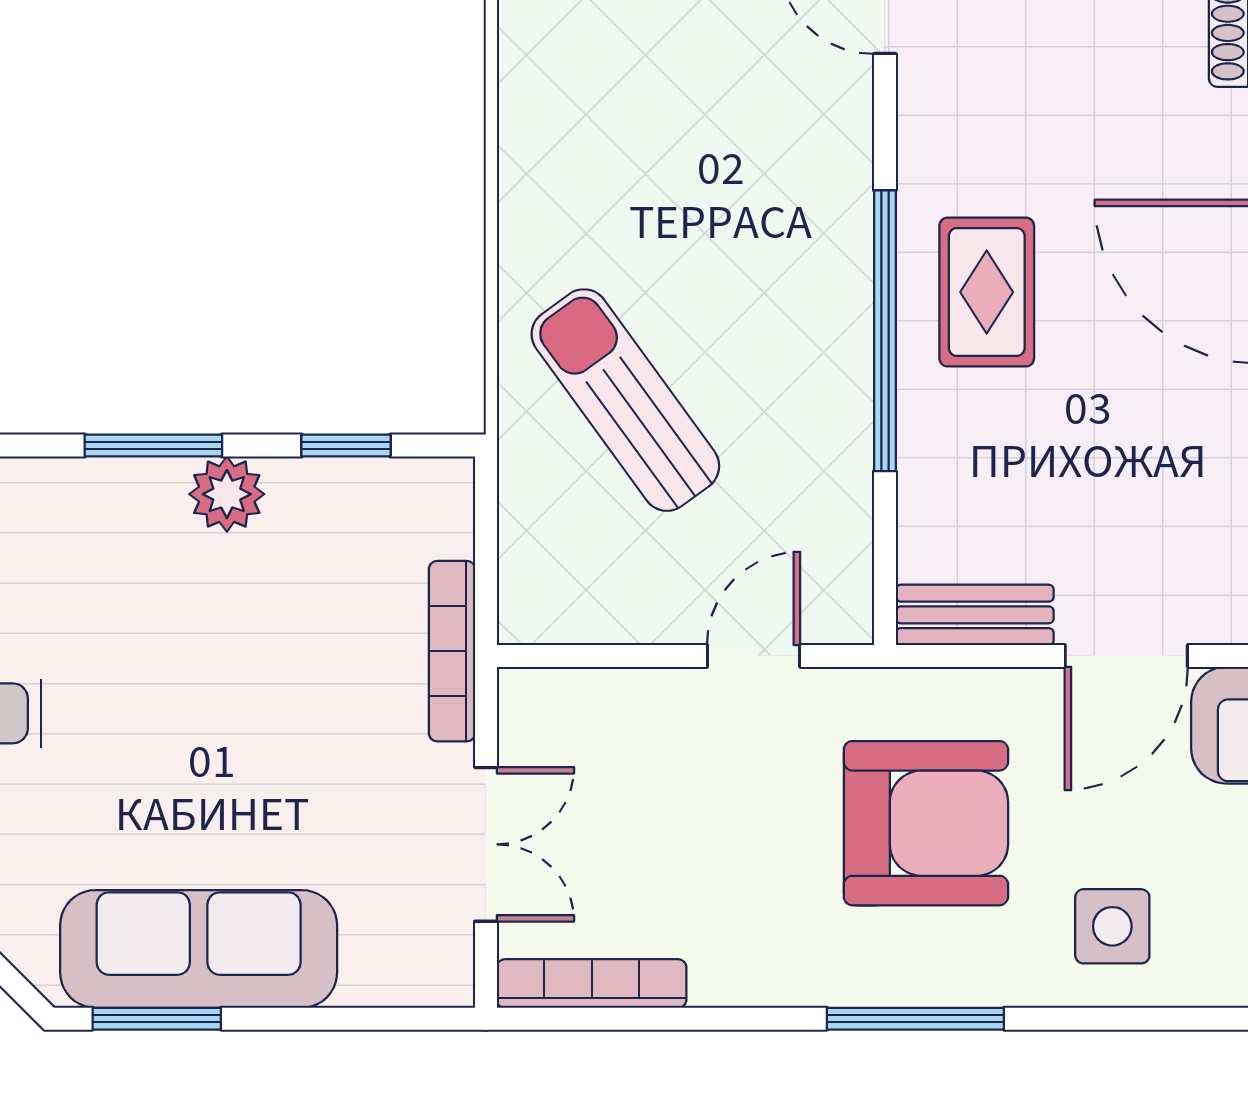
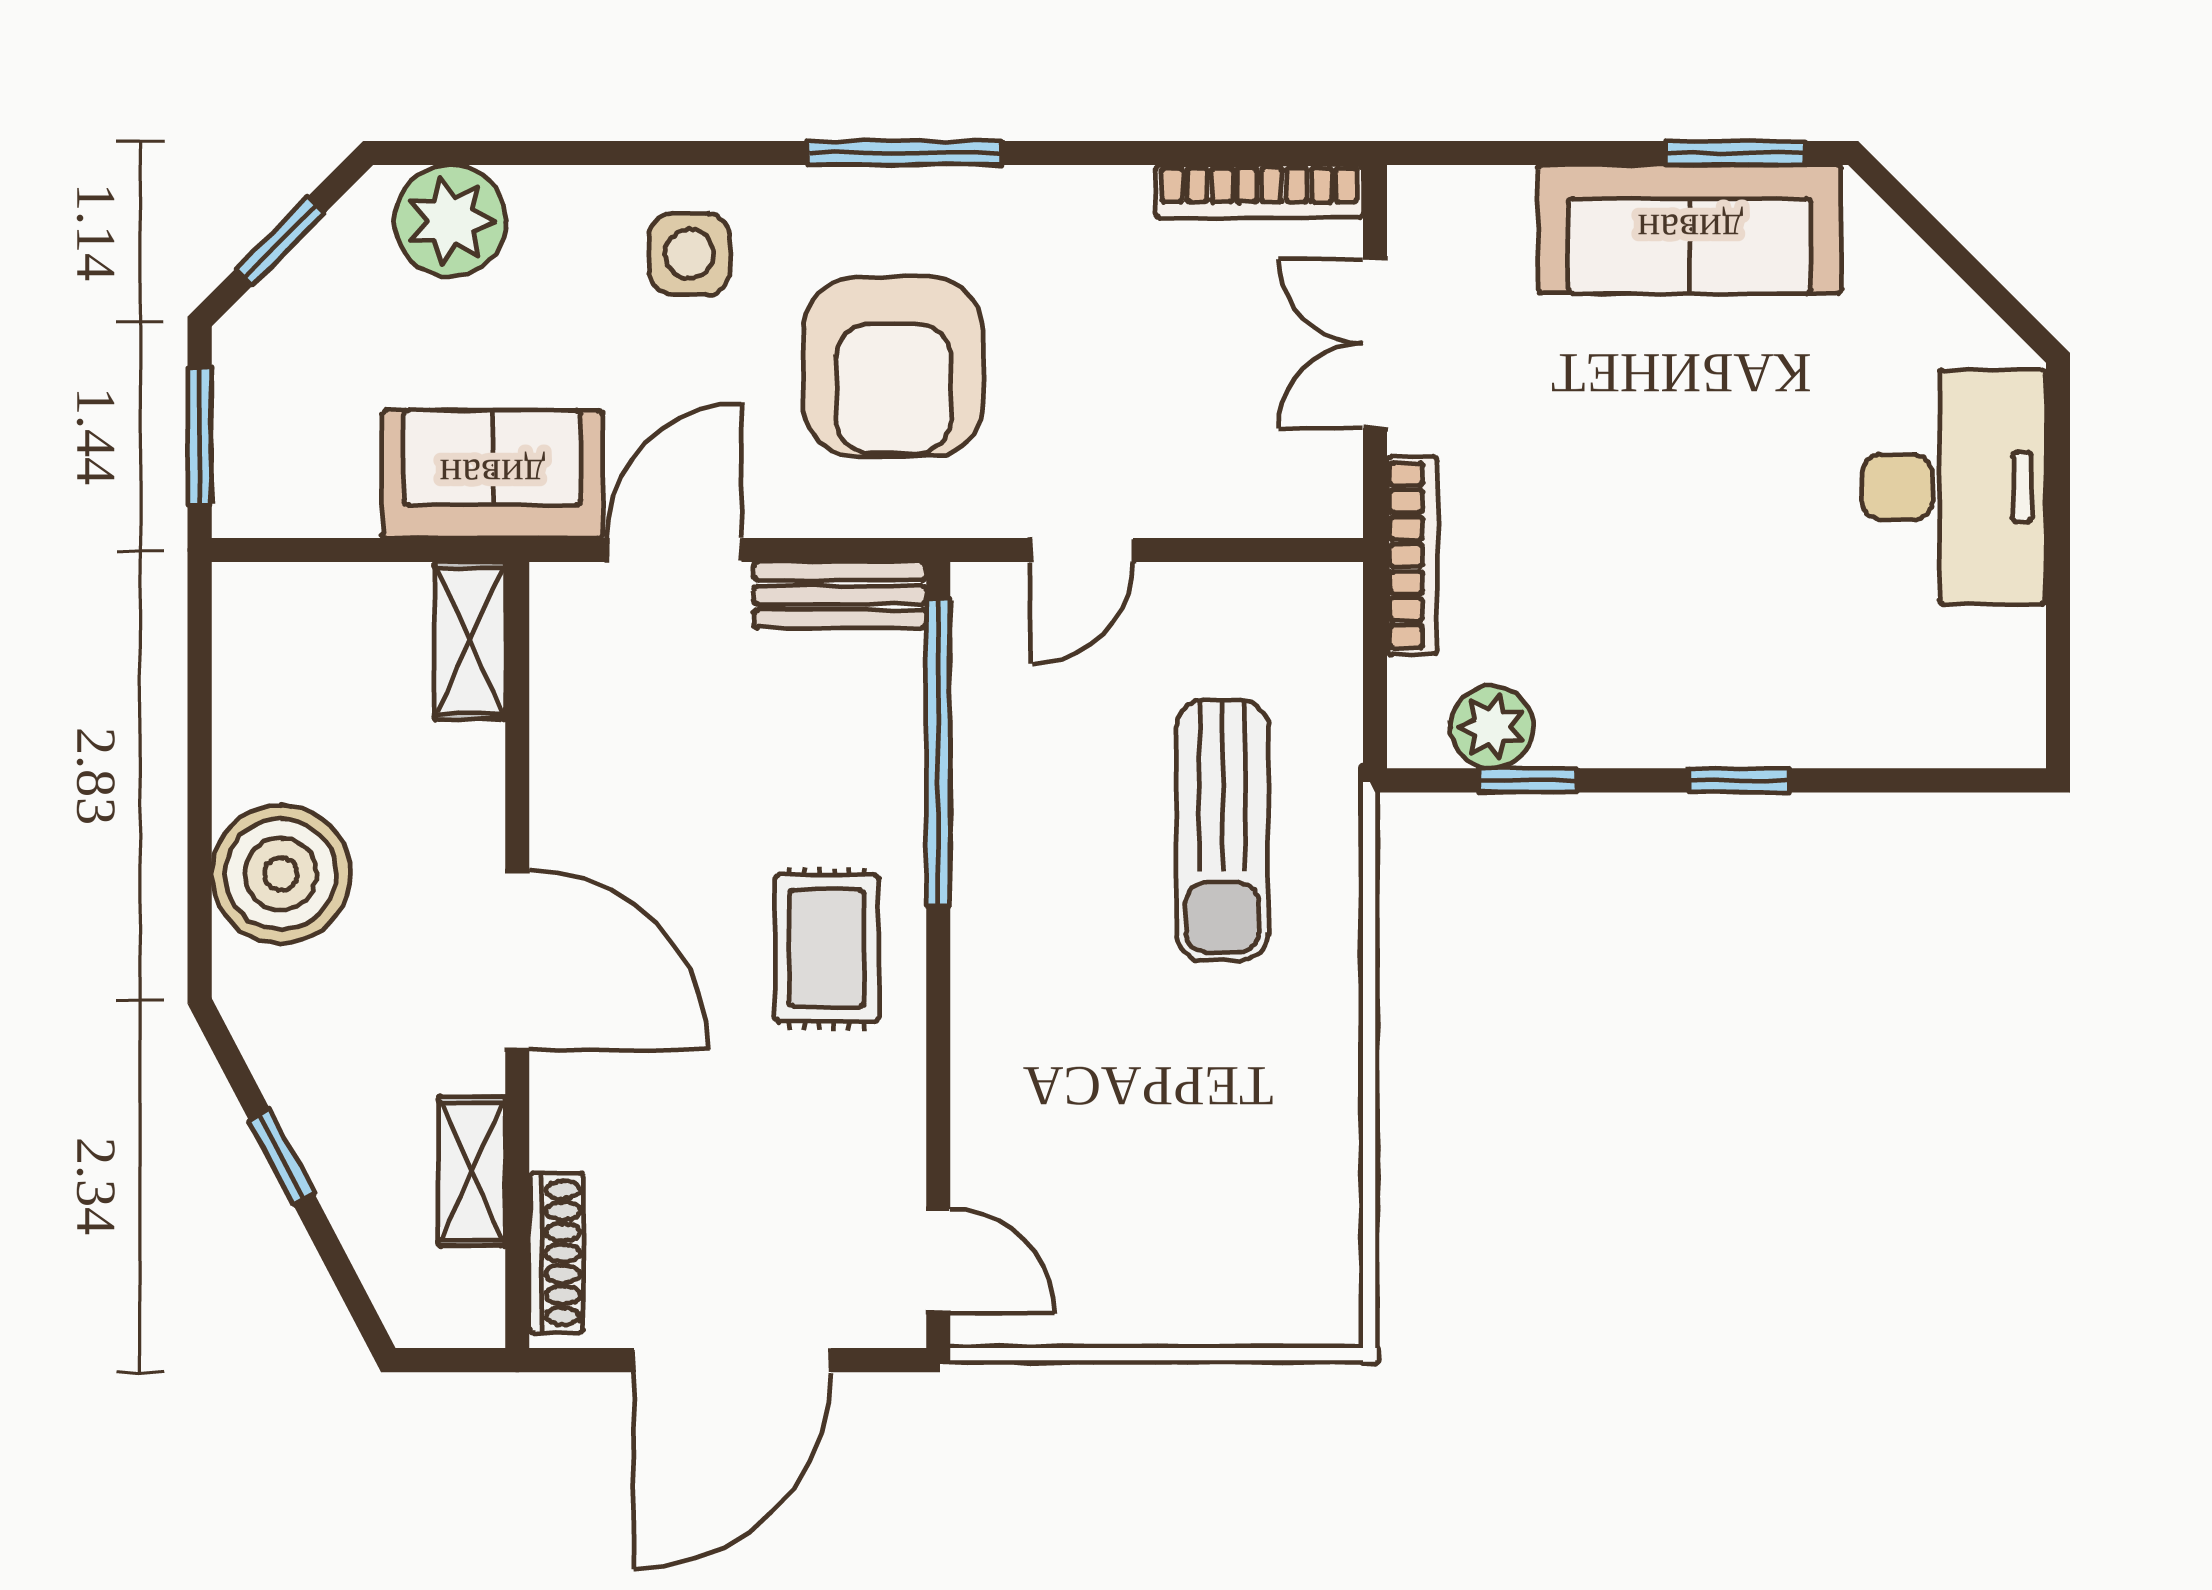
window: (885, 331) -> (938, 753), moved
sun lounger: (625, 400) -> (1222, 830), turned 36
window: (153, 445) -> (1739, 780), width x0.67
plant: (227, 494) -> (1492, 727), moved
armchair: (926, 823) -> (893, 367), turned -90

